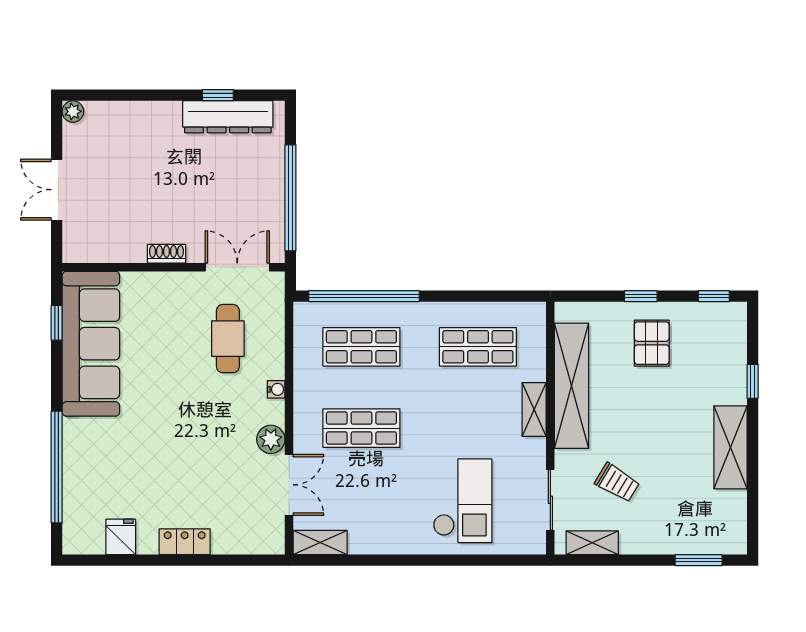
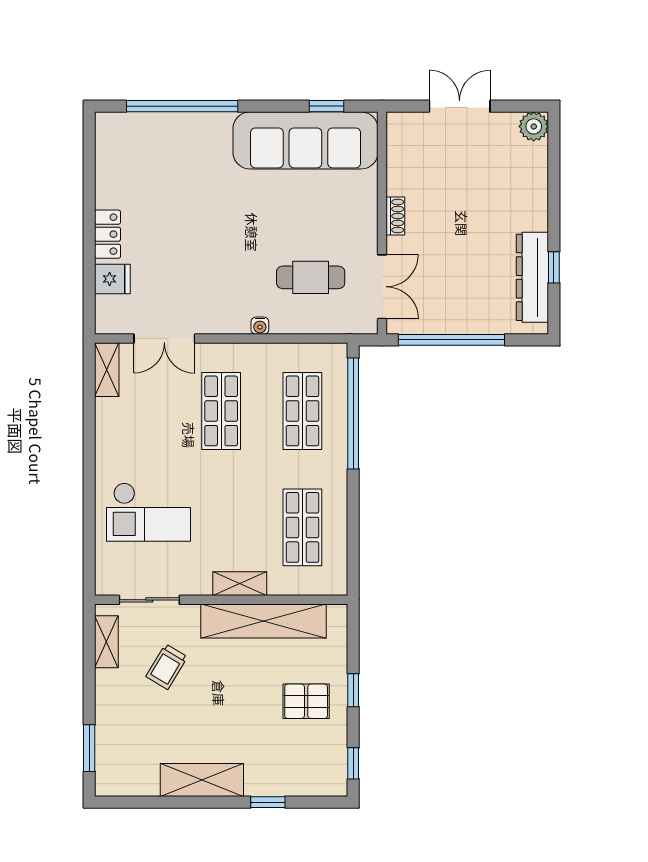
plant: (73, 111) -> (534, 126), width x1.38, depth x1.38
plant: (271, 439) -> (210, 320), removed
fridge: (121, 537) -> (112, 279), moved

